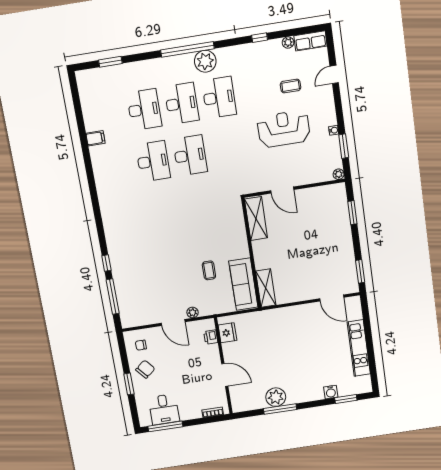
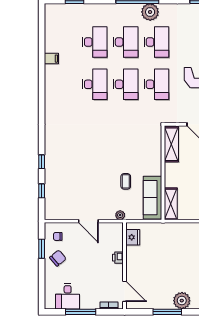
desk: (227, 150) -> (157, 84), added
window: (113, 297) -> (42, 191), width x0.46
plant: (193, 313) -> (120, 215), moved
printer: (211, 337) -> (118, 258), moved
door: (225, 375) -> (125, 291), moved
window: (129, 384) -> (42, 249), moved
plant: (276, 397) -> (182, 301), moved
window: (165, 426) -> (81, 312), moved

